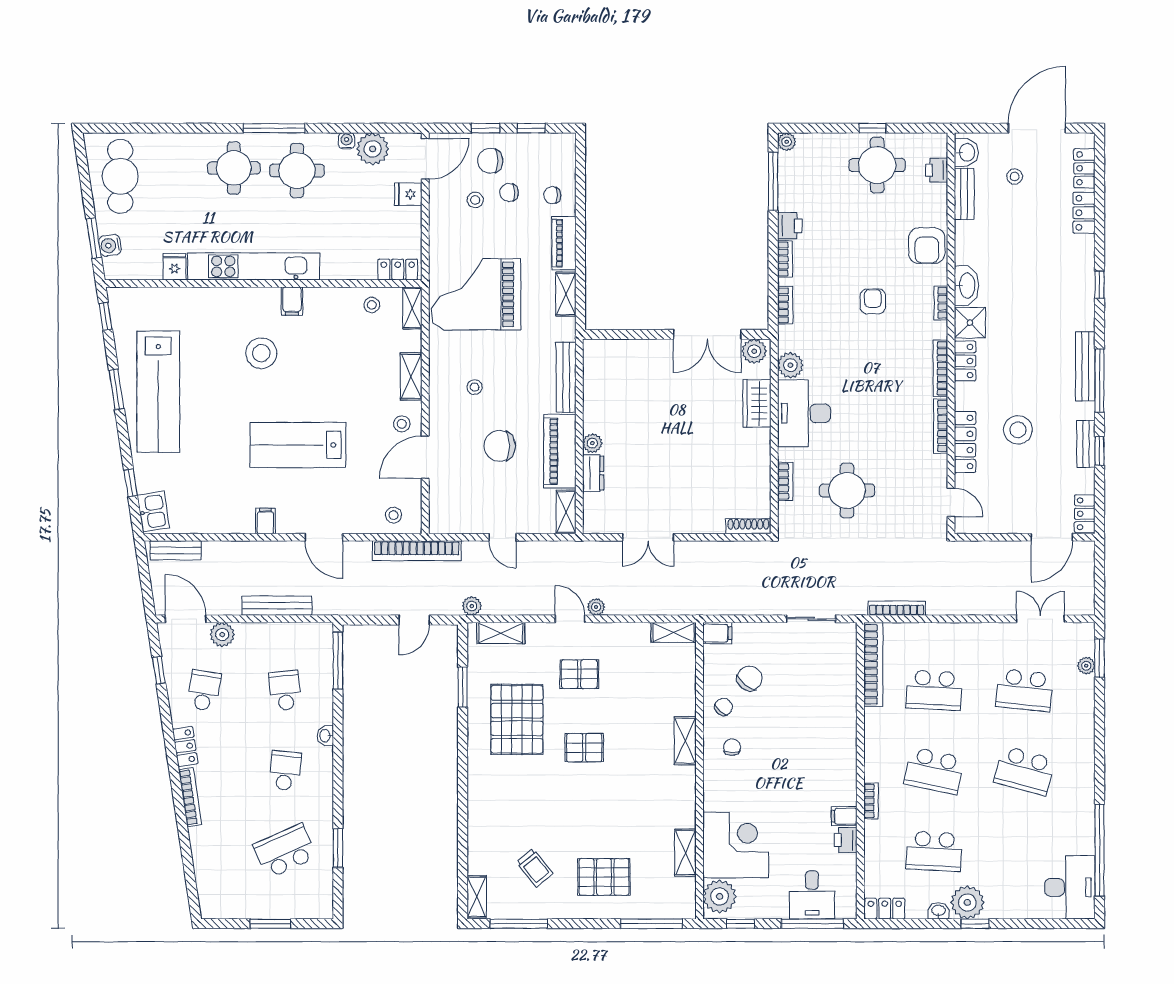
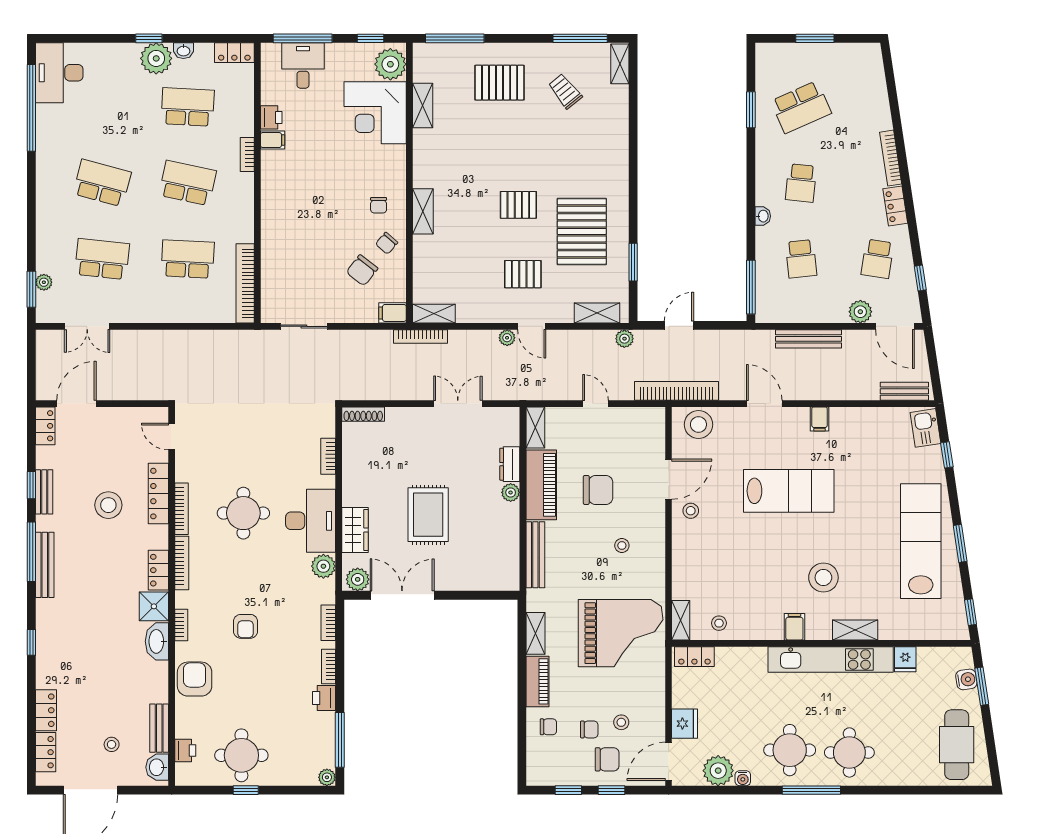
fridge: (408, 194) -> (684, 724), width x1.38
shelving: (411, 376) -> (855, 630), moved, turned 90
rug: (680, 420) -> (428, 515), added
round table: (847, 490) -> (243, 513), moved
stool: (393, 515) -> (698, 425), width x1.89, depth x1.89
bookcase: (897, 608) -> (421, 337), moved

